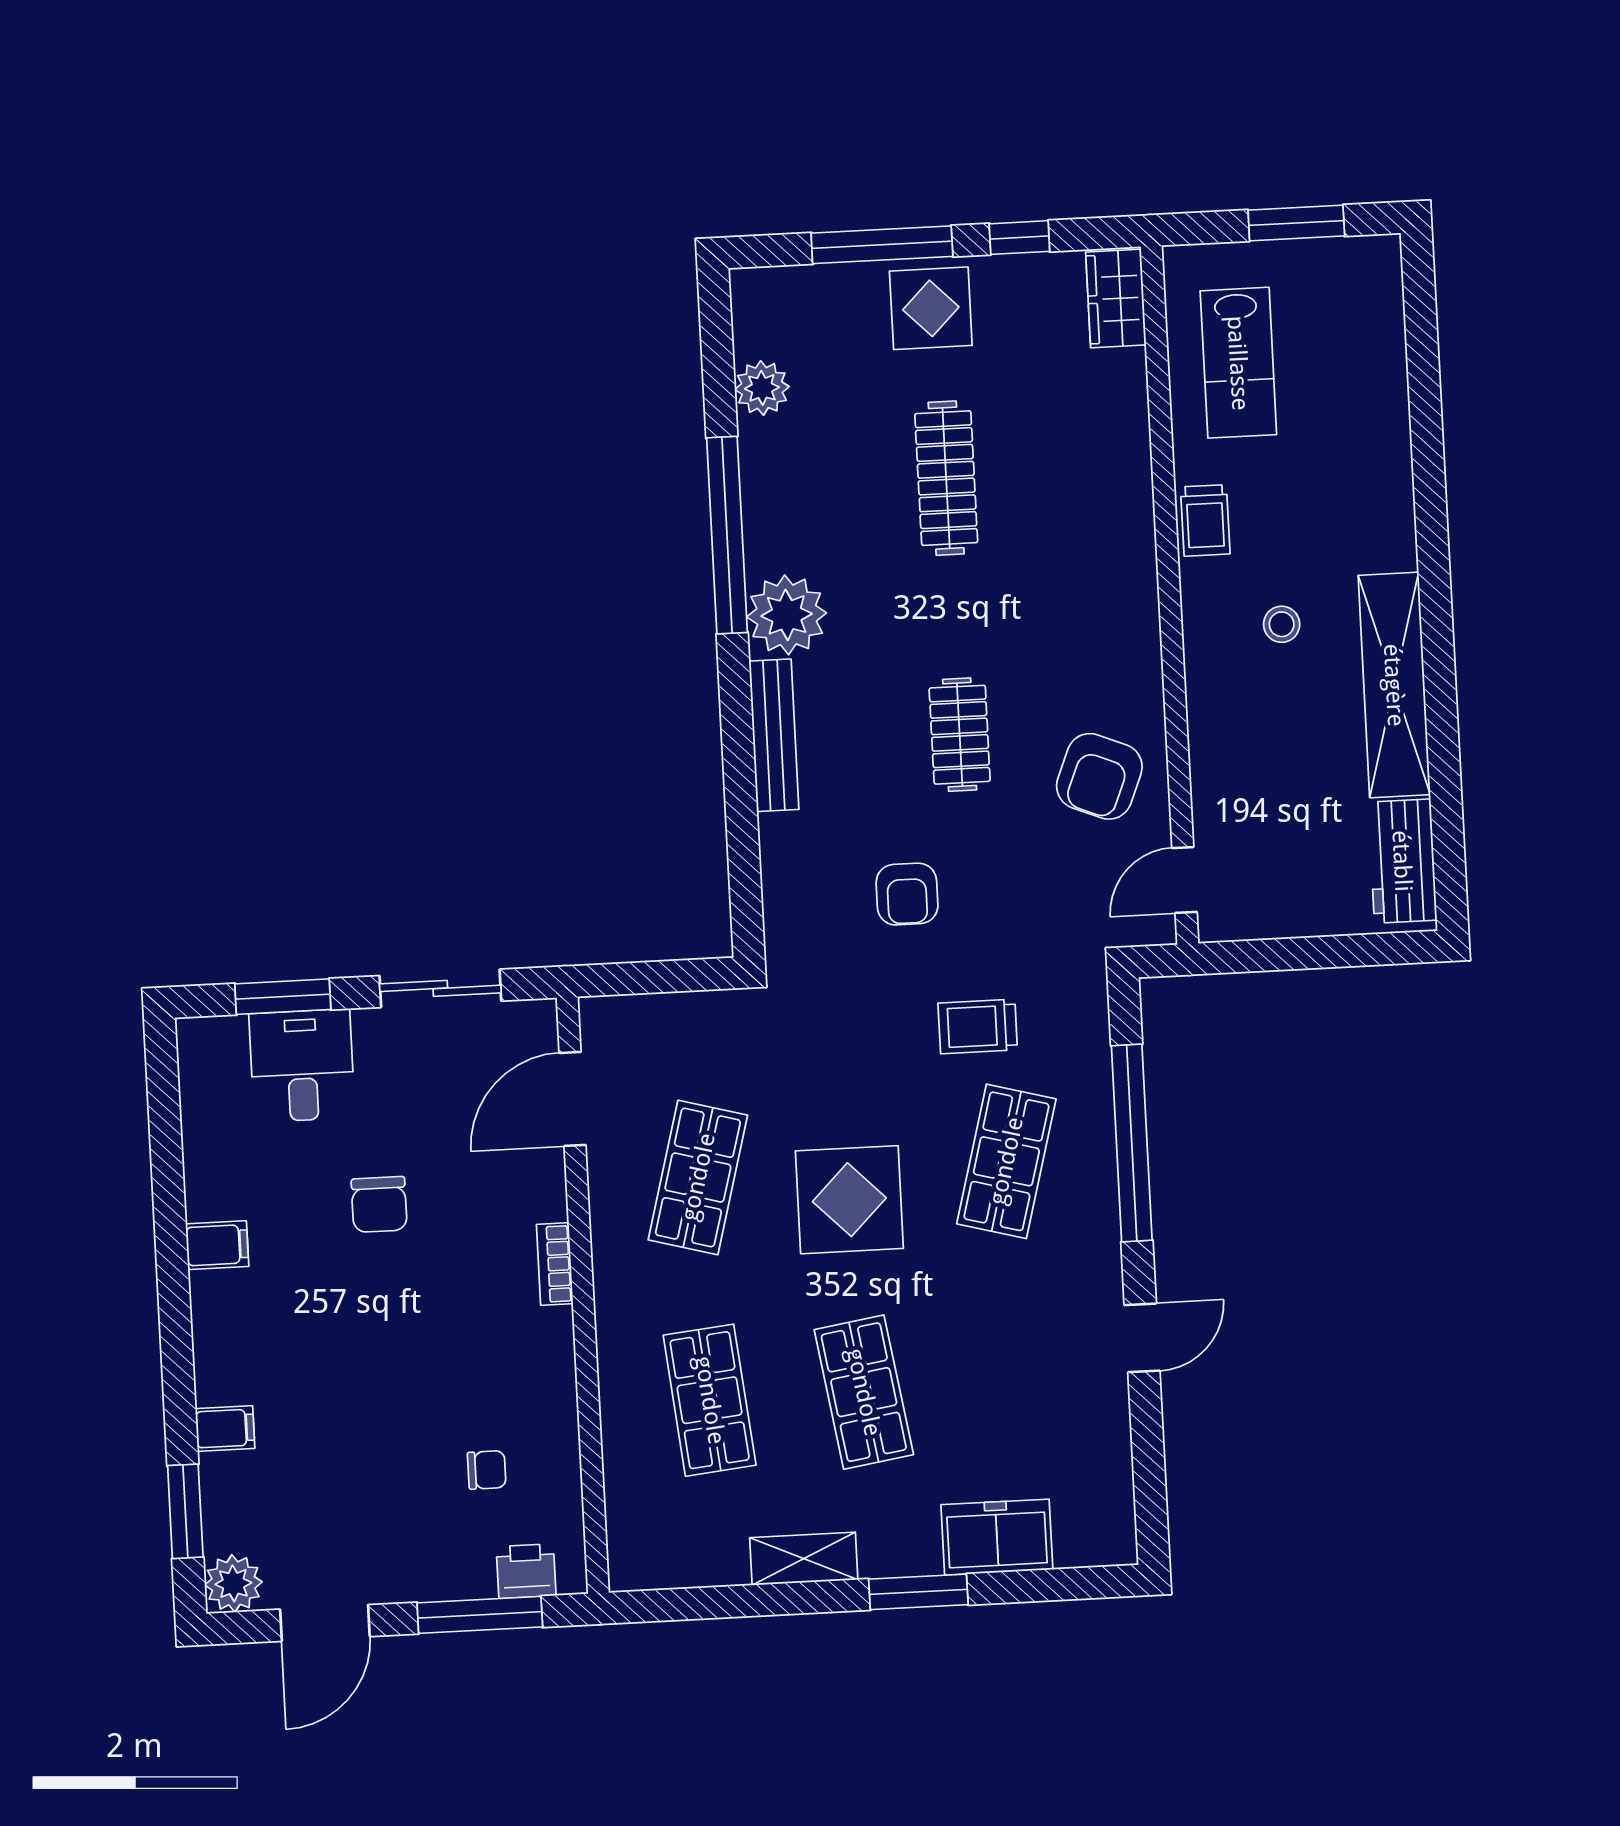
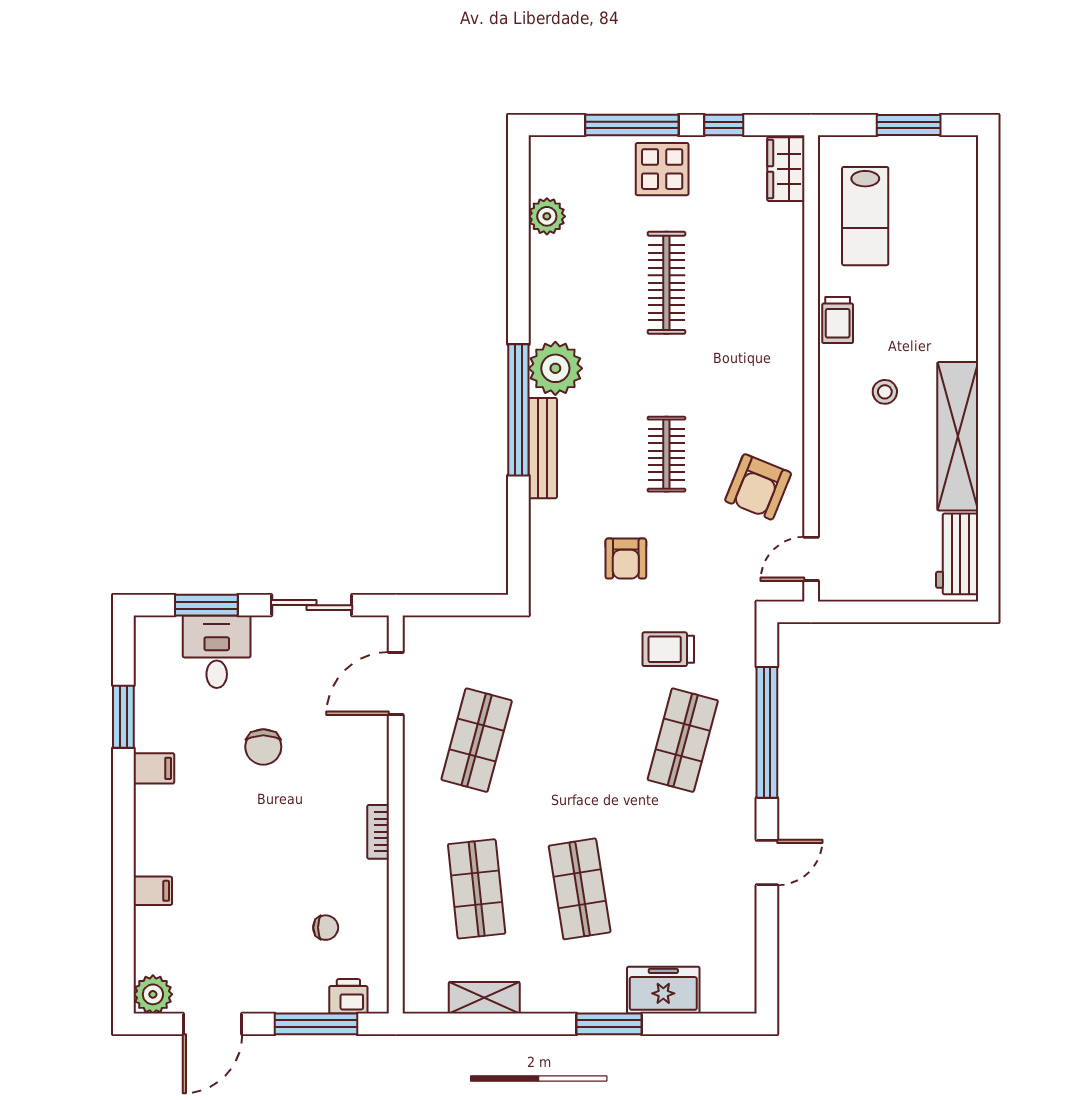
window: (727, 535) -> (518, 410), moved
display table: (849, 1200) -> (577, 760), removed
bookcase: (555, 1264) -> (378, 832), moved
window: (185, 1511) -> (123, 717), moved
shelving: (804, 1559) -> (484, 998), moved

